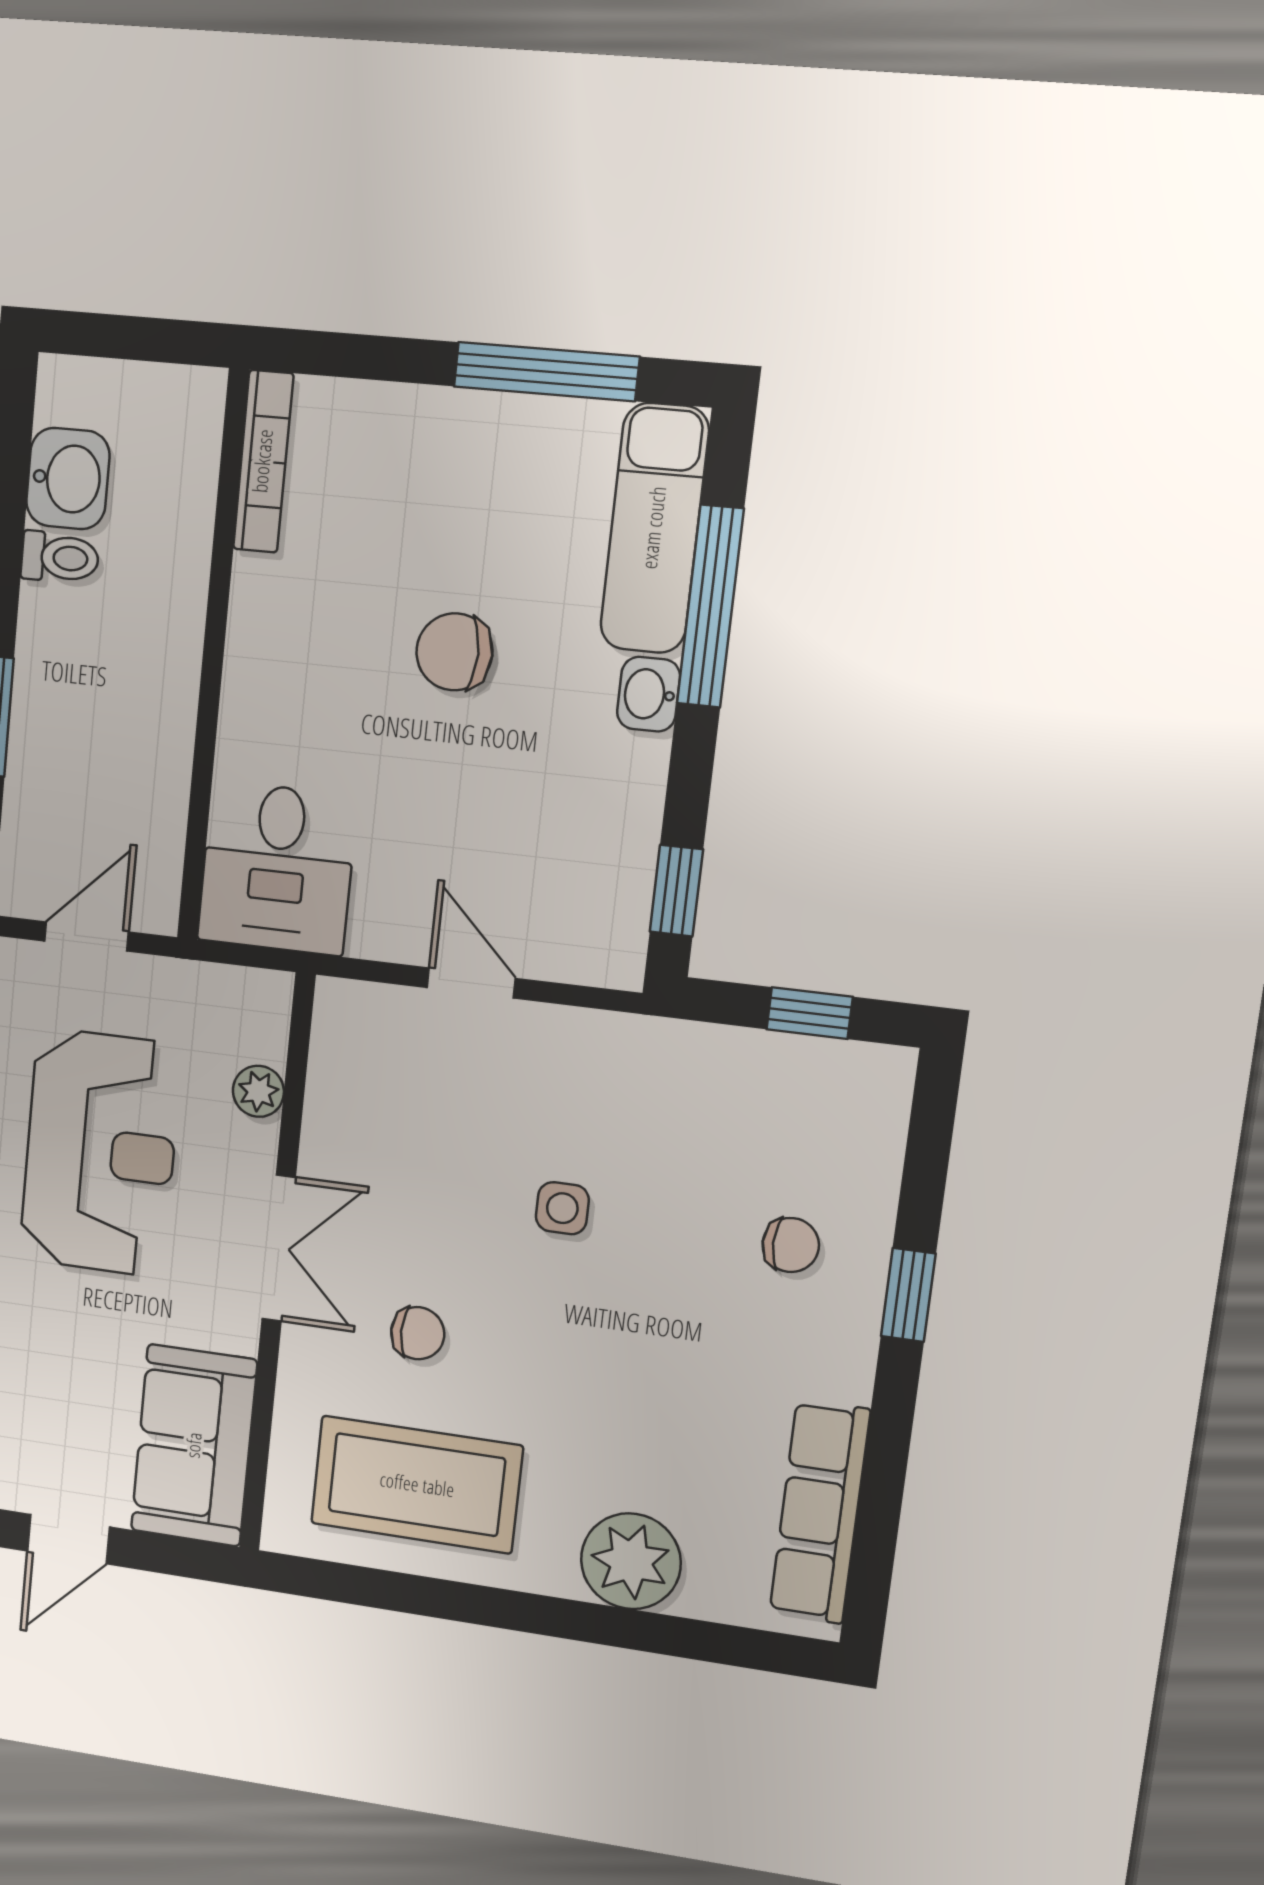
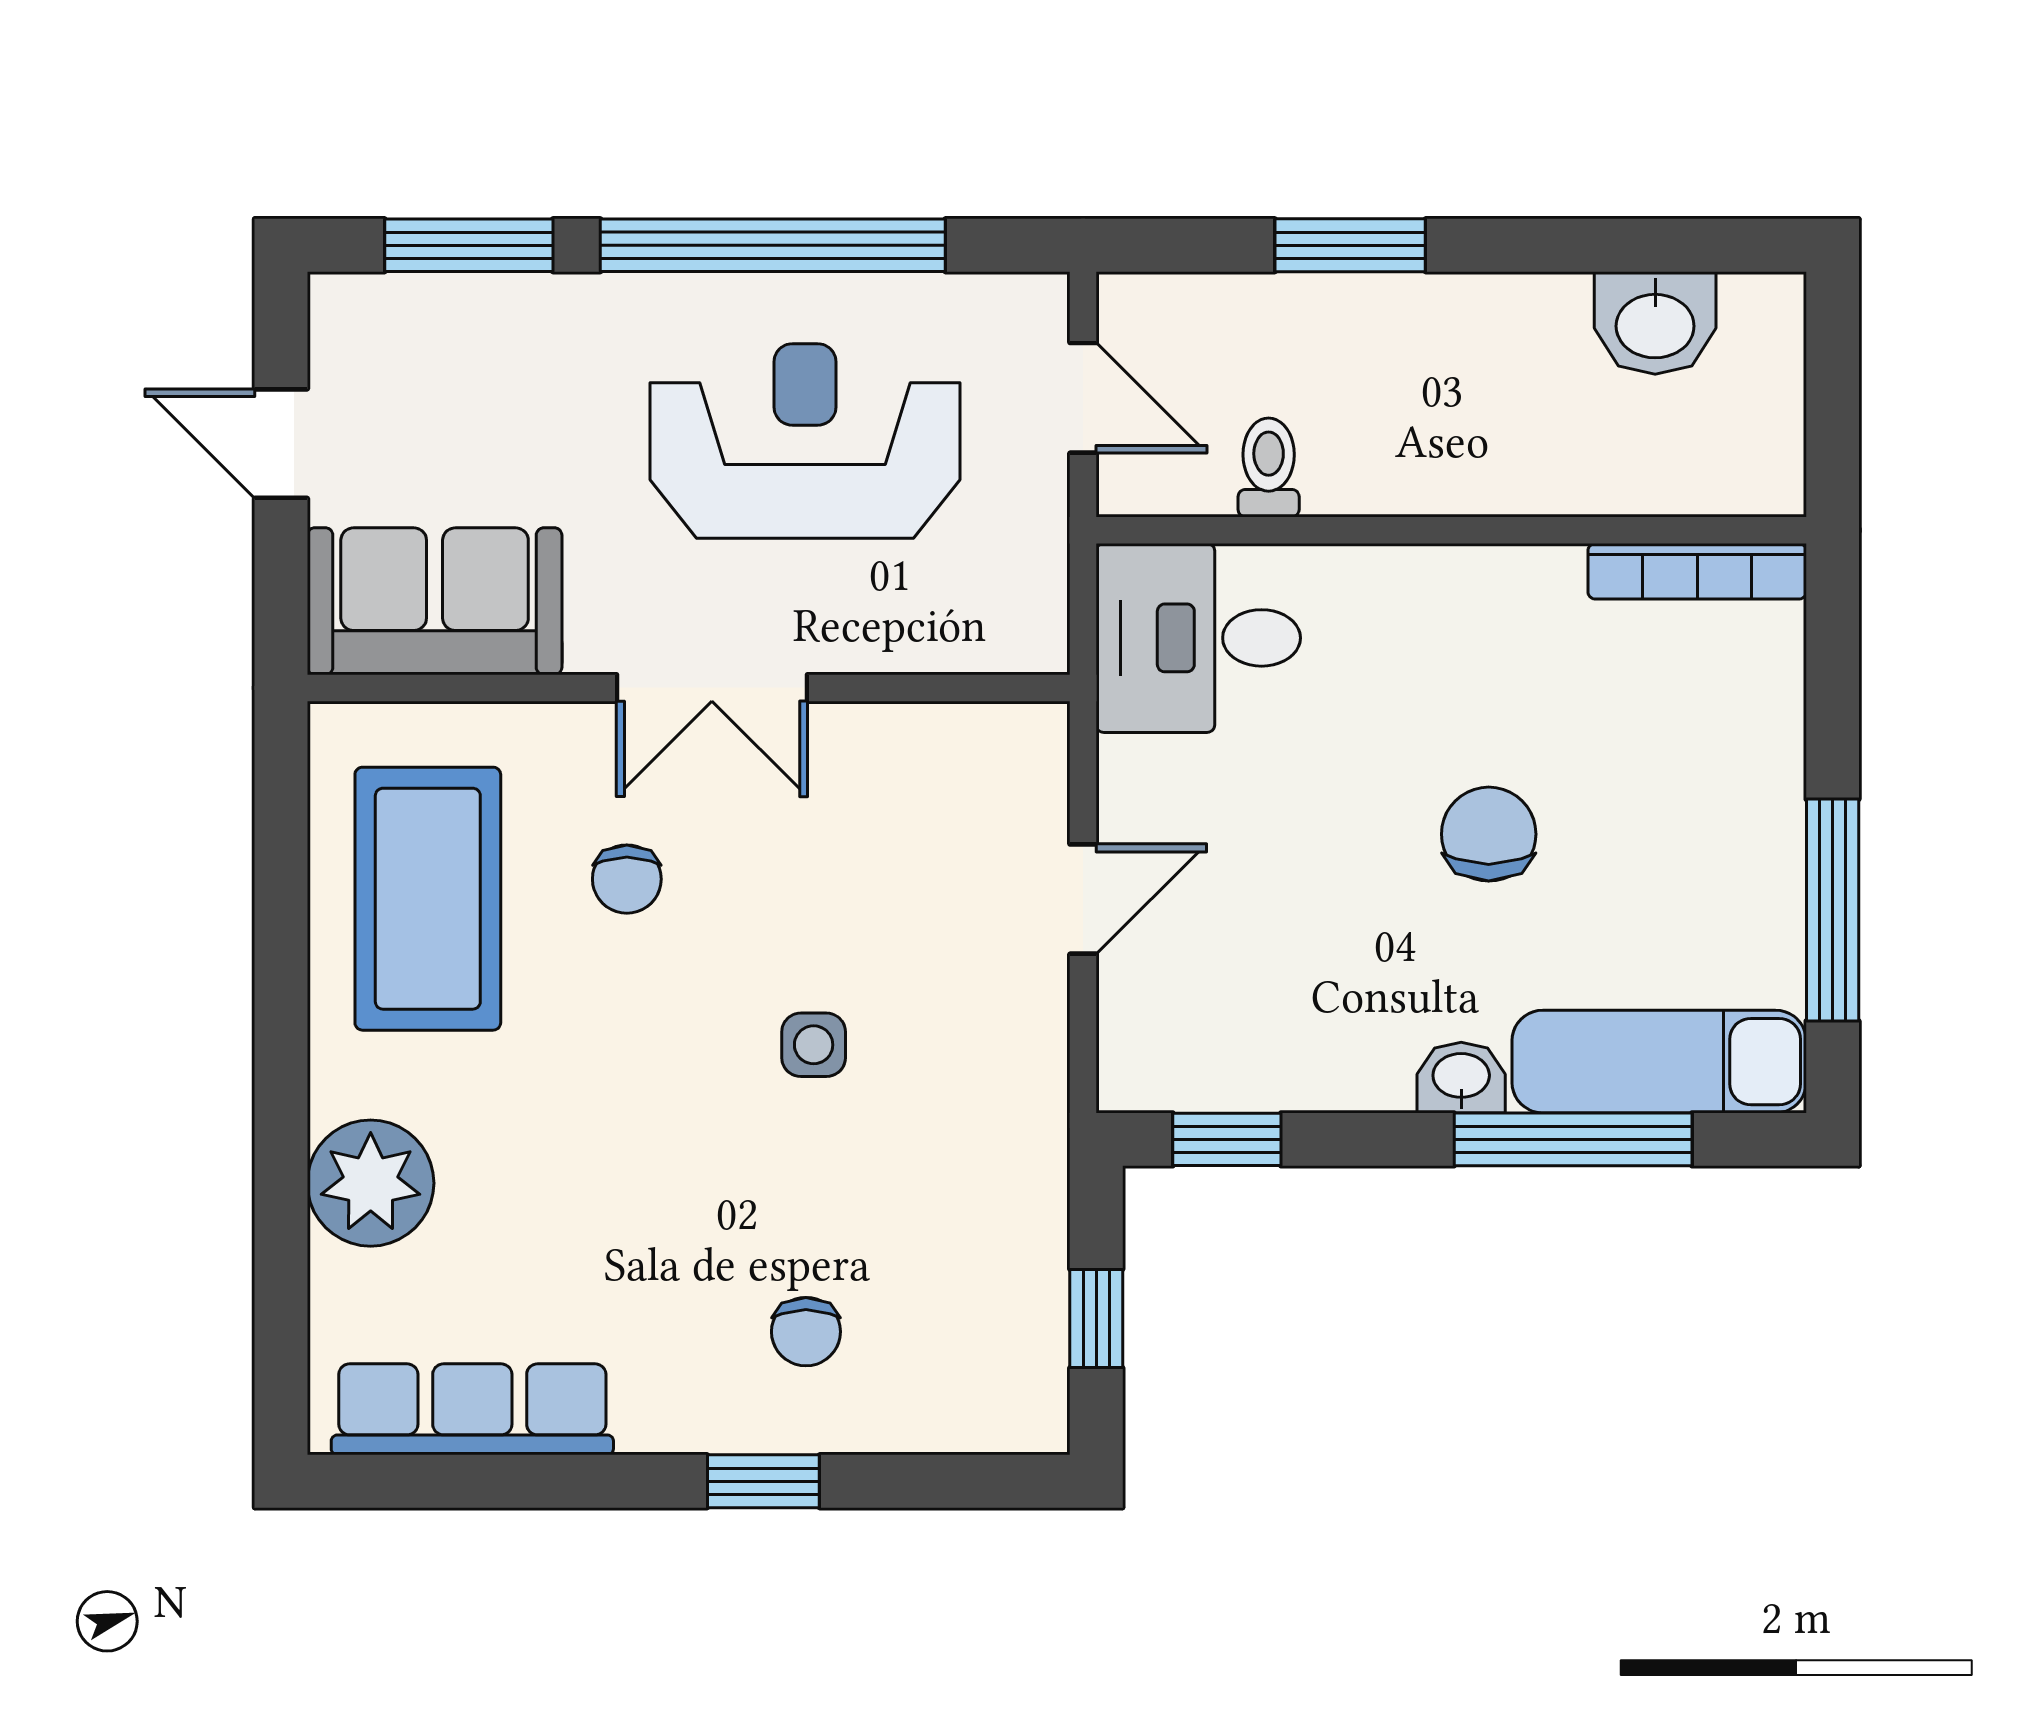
toilet: (60, 558) -> (1269, 467), moved, turned 180
plant: (258, 1091) -> (912, 642), removed
reception desk: (100, 1153) -> (805, 441), turned 180

